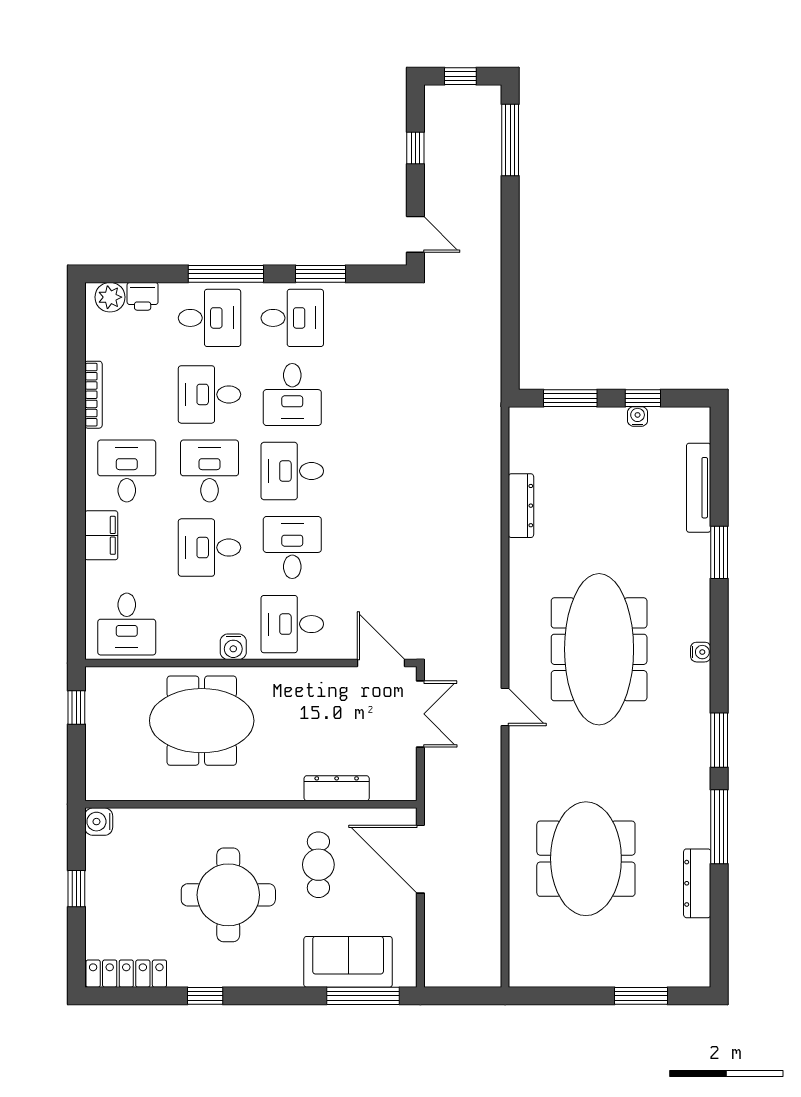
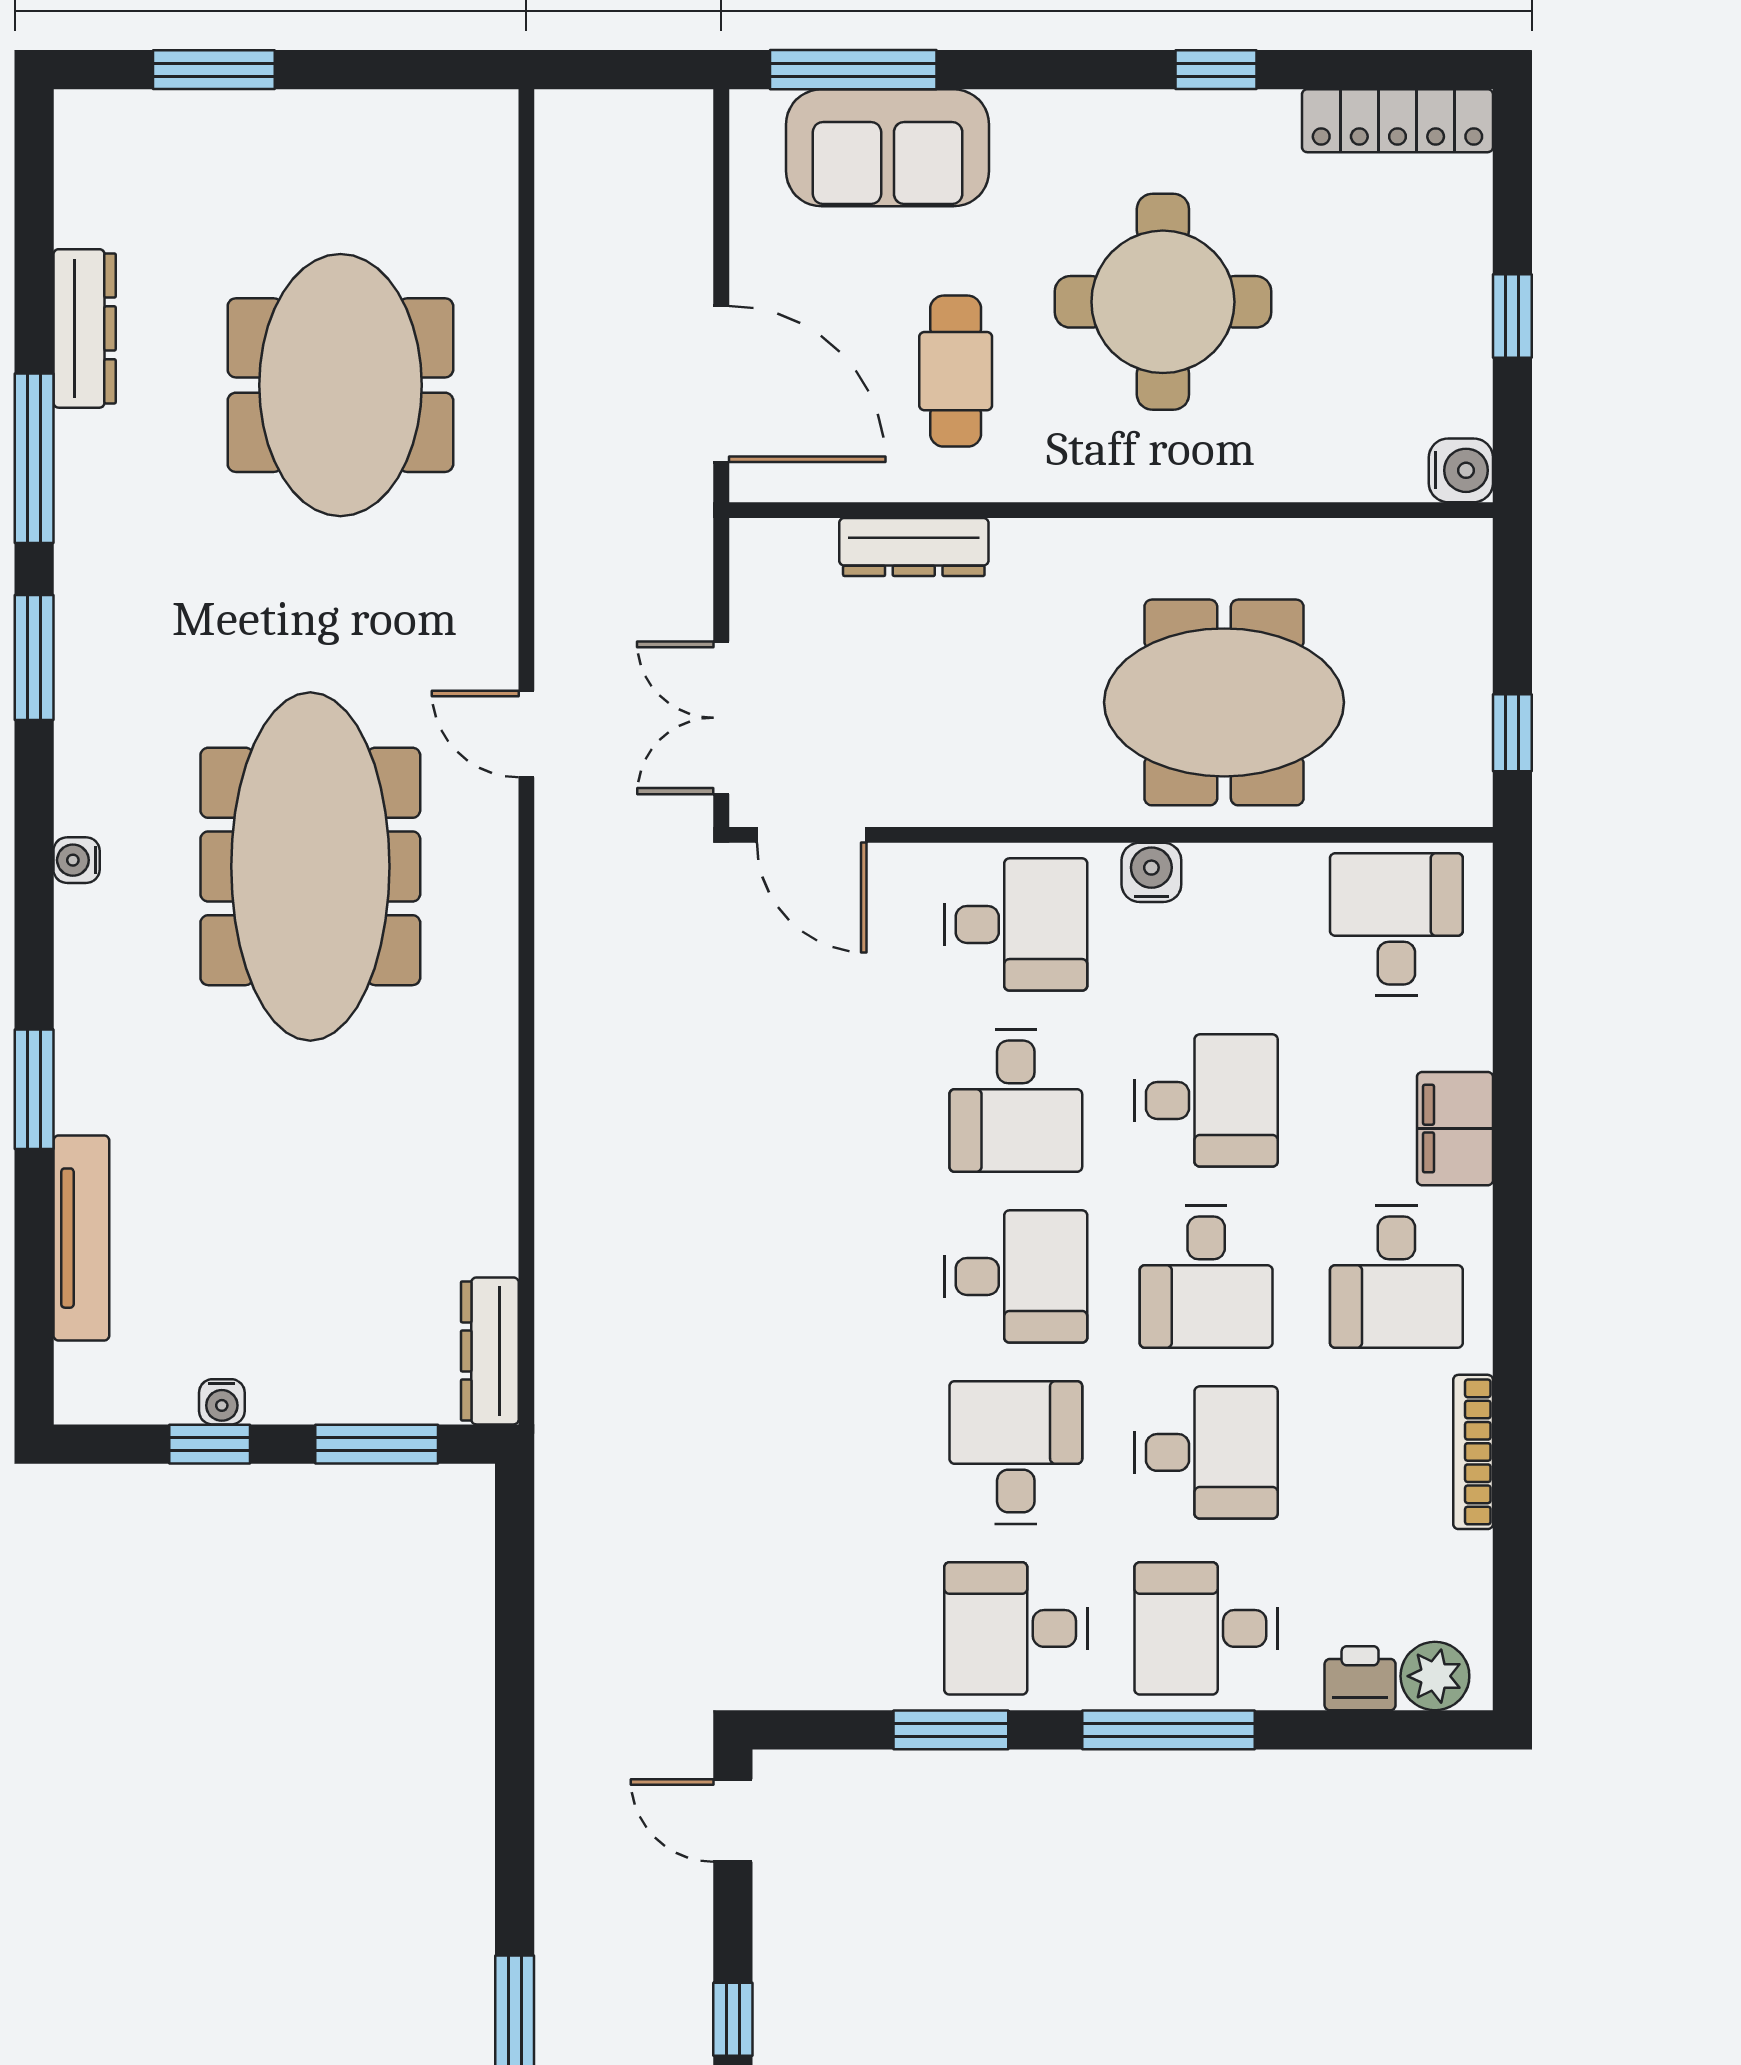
dresser: (521, 506) -> (490, 1351), moved

